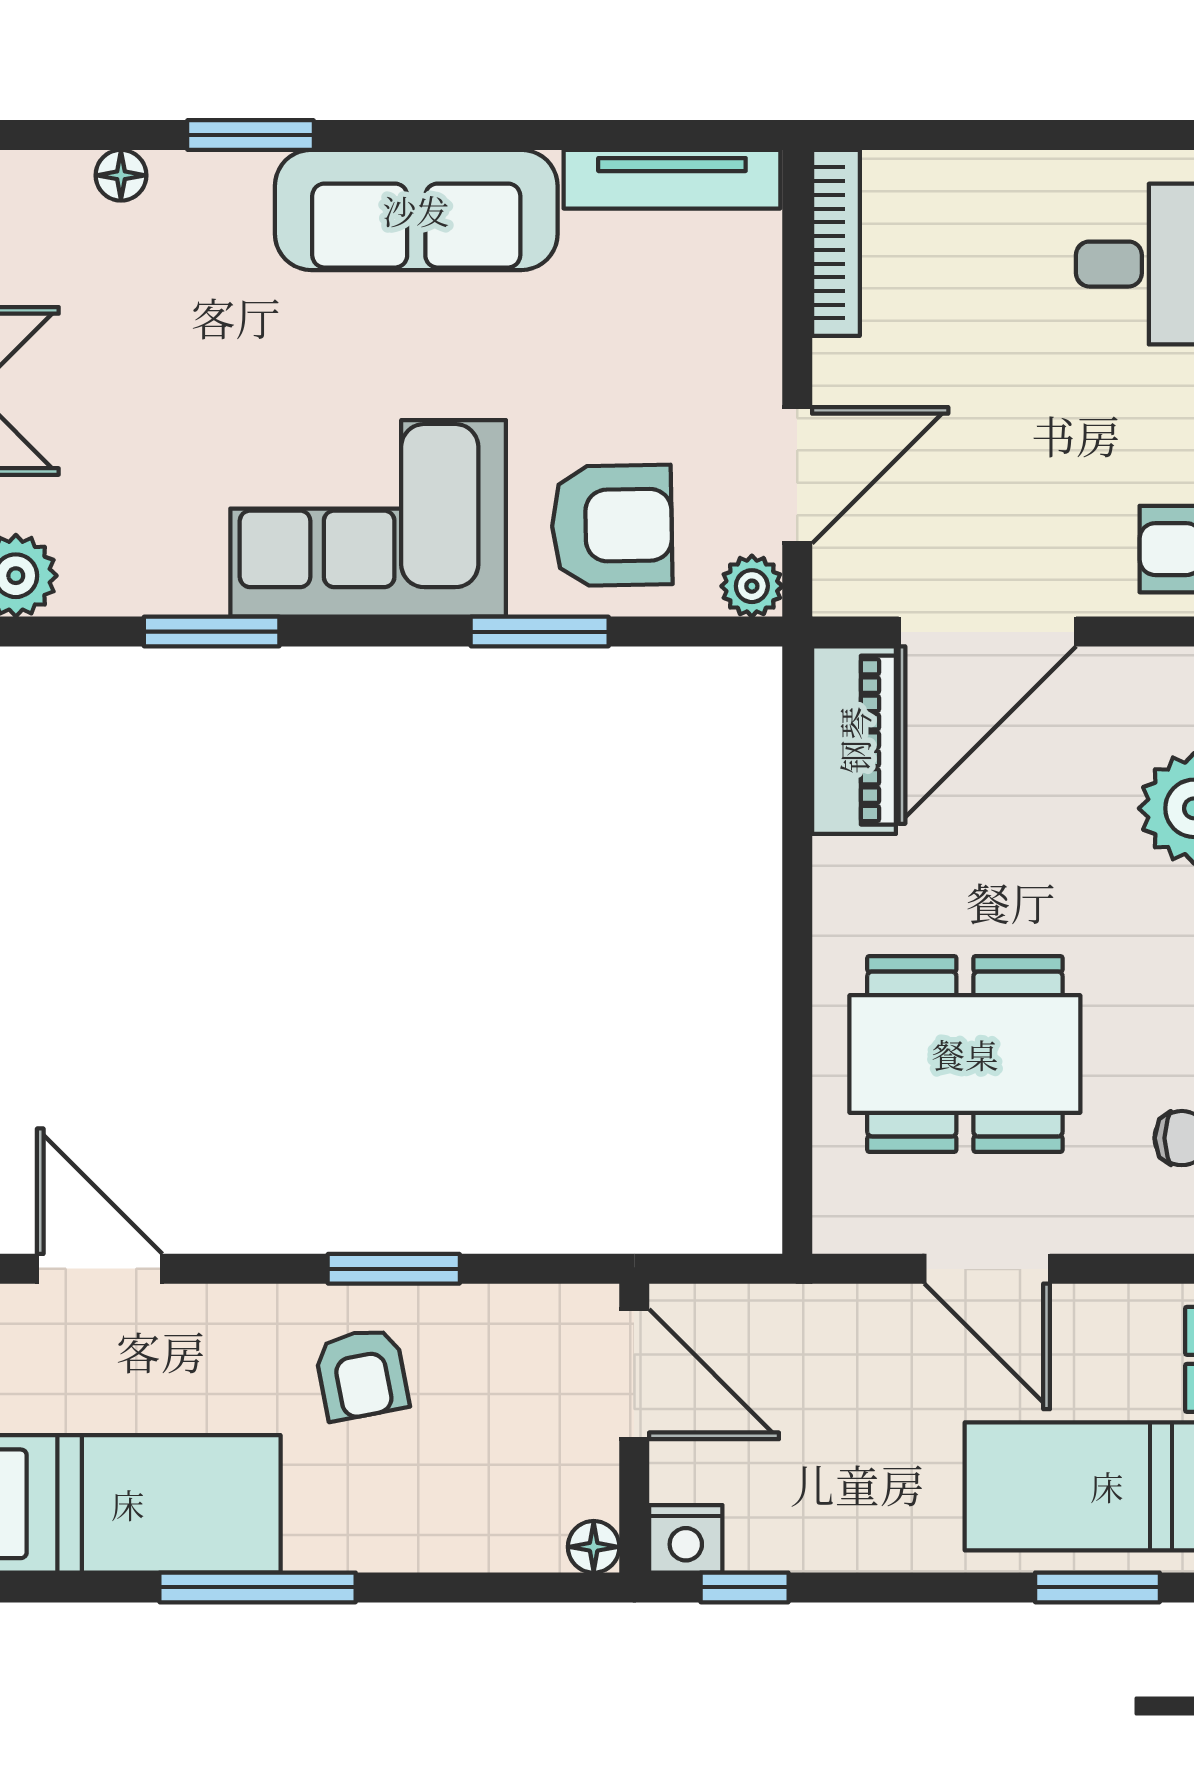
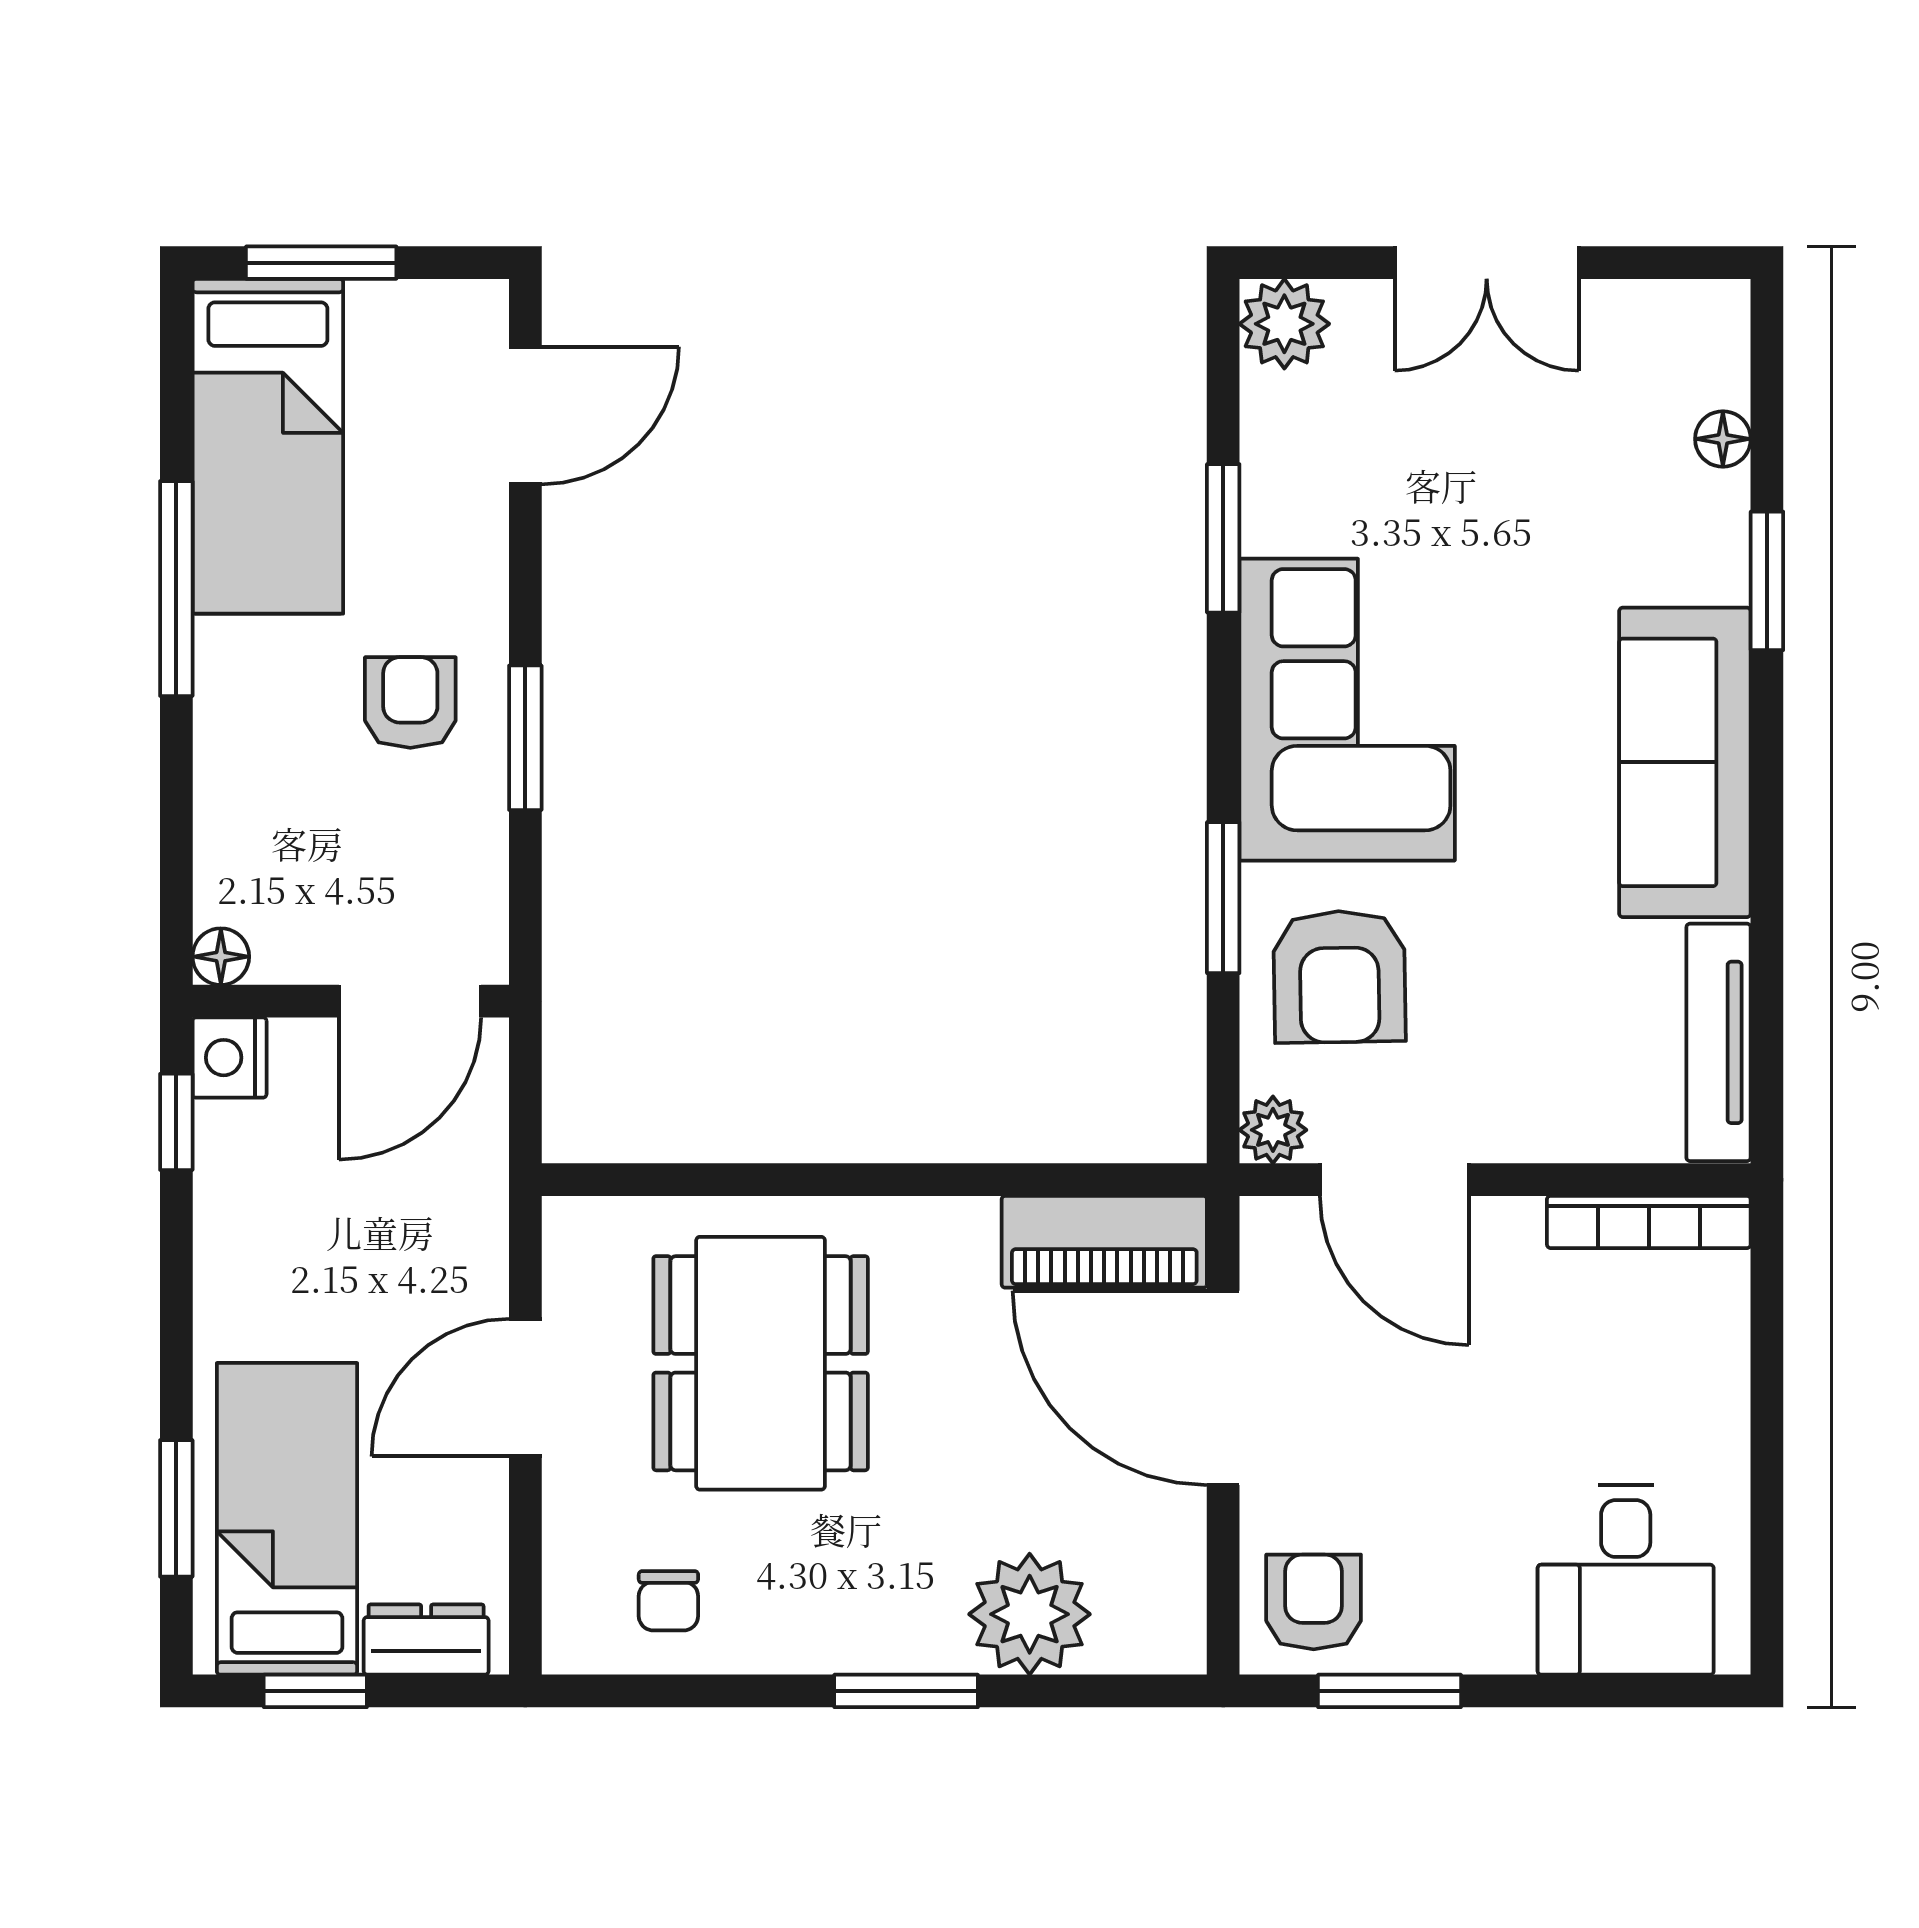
armchair: (362, 1374) -> (410, 703), turned 101

